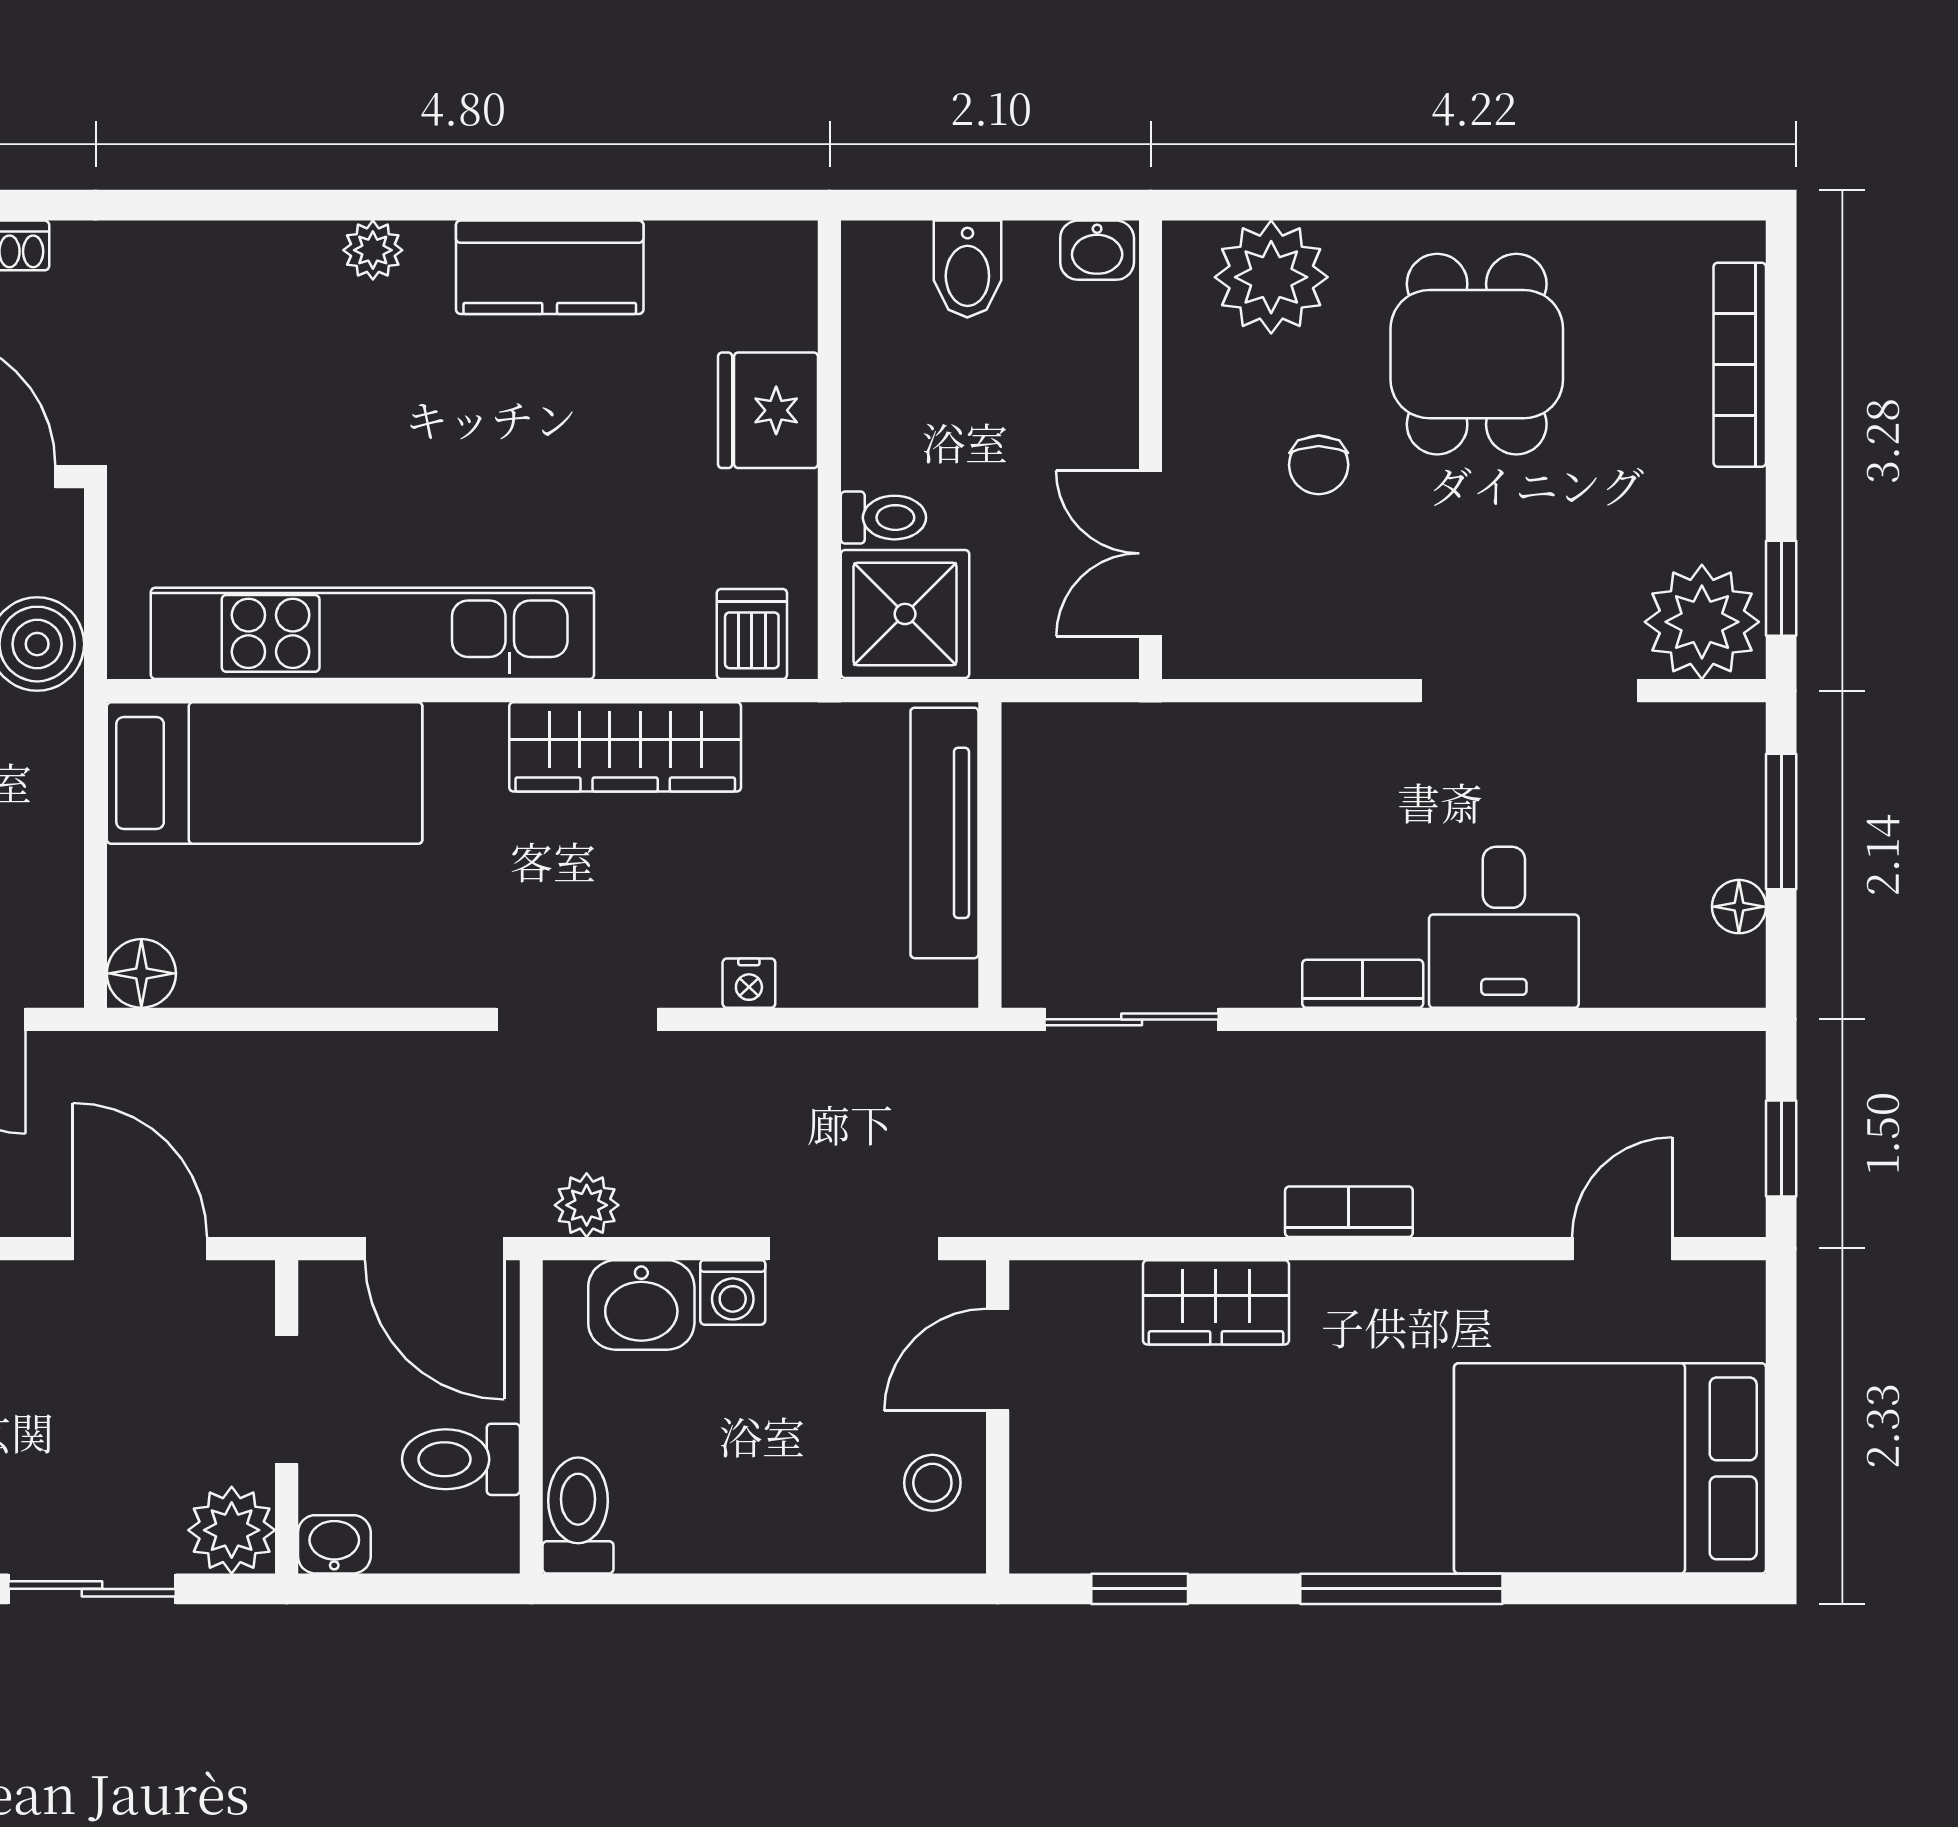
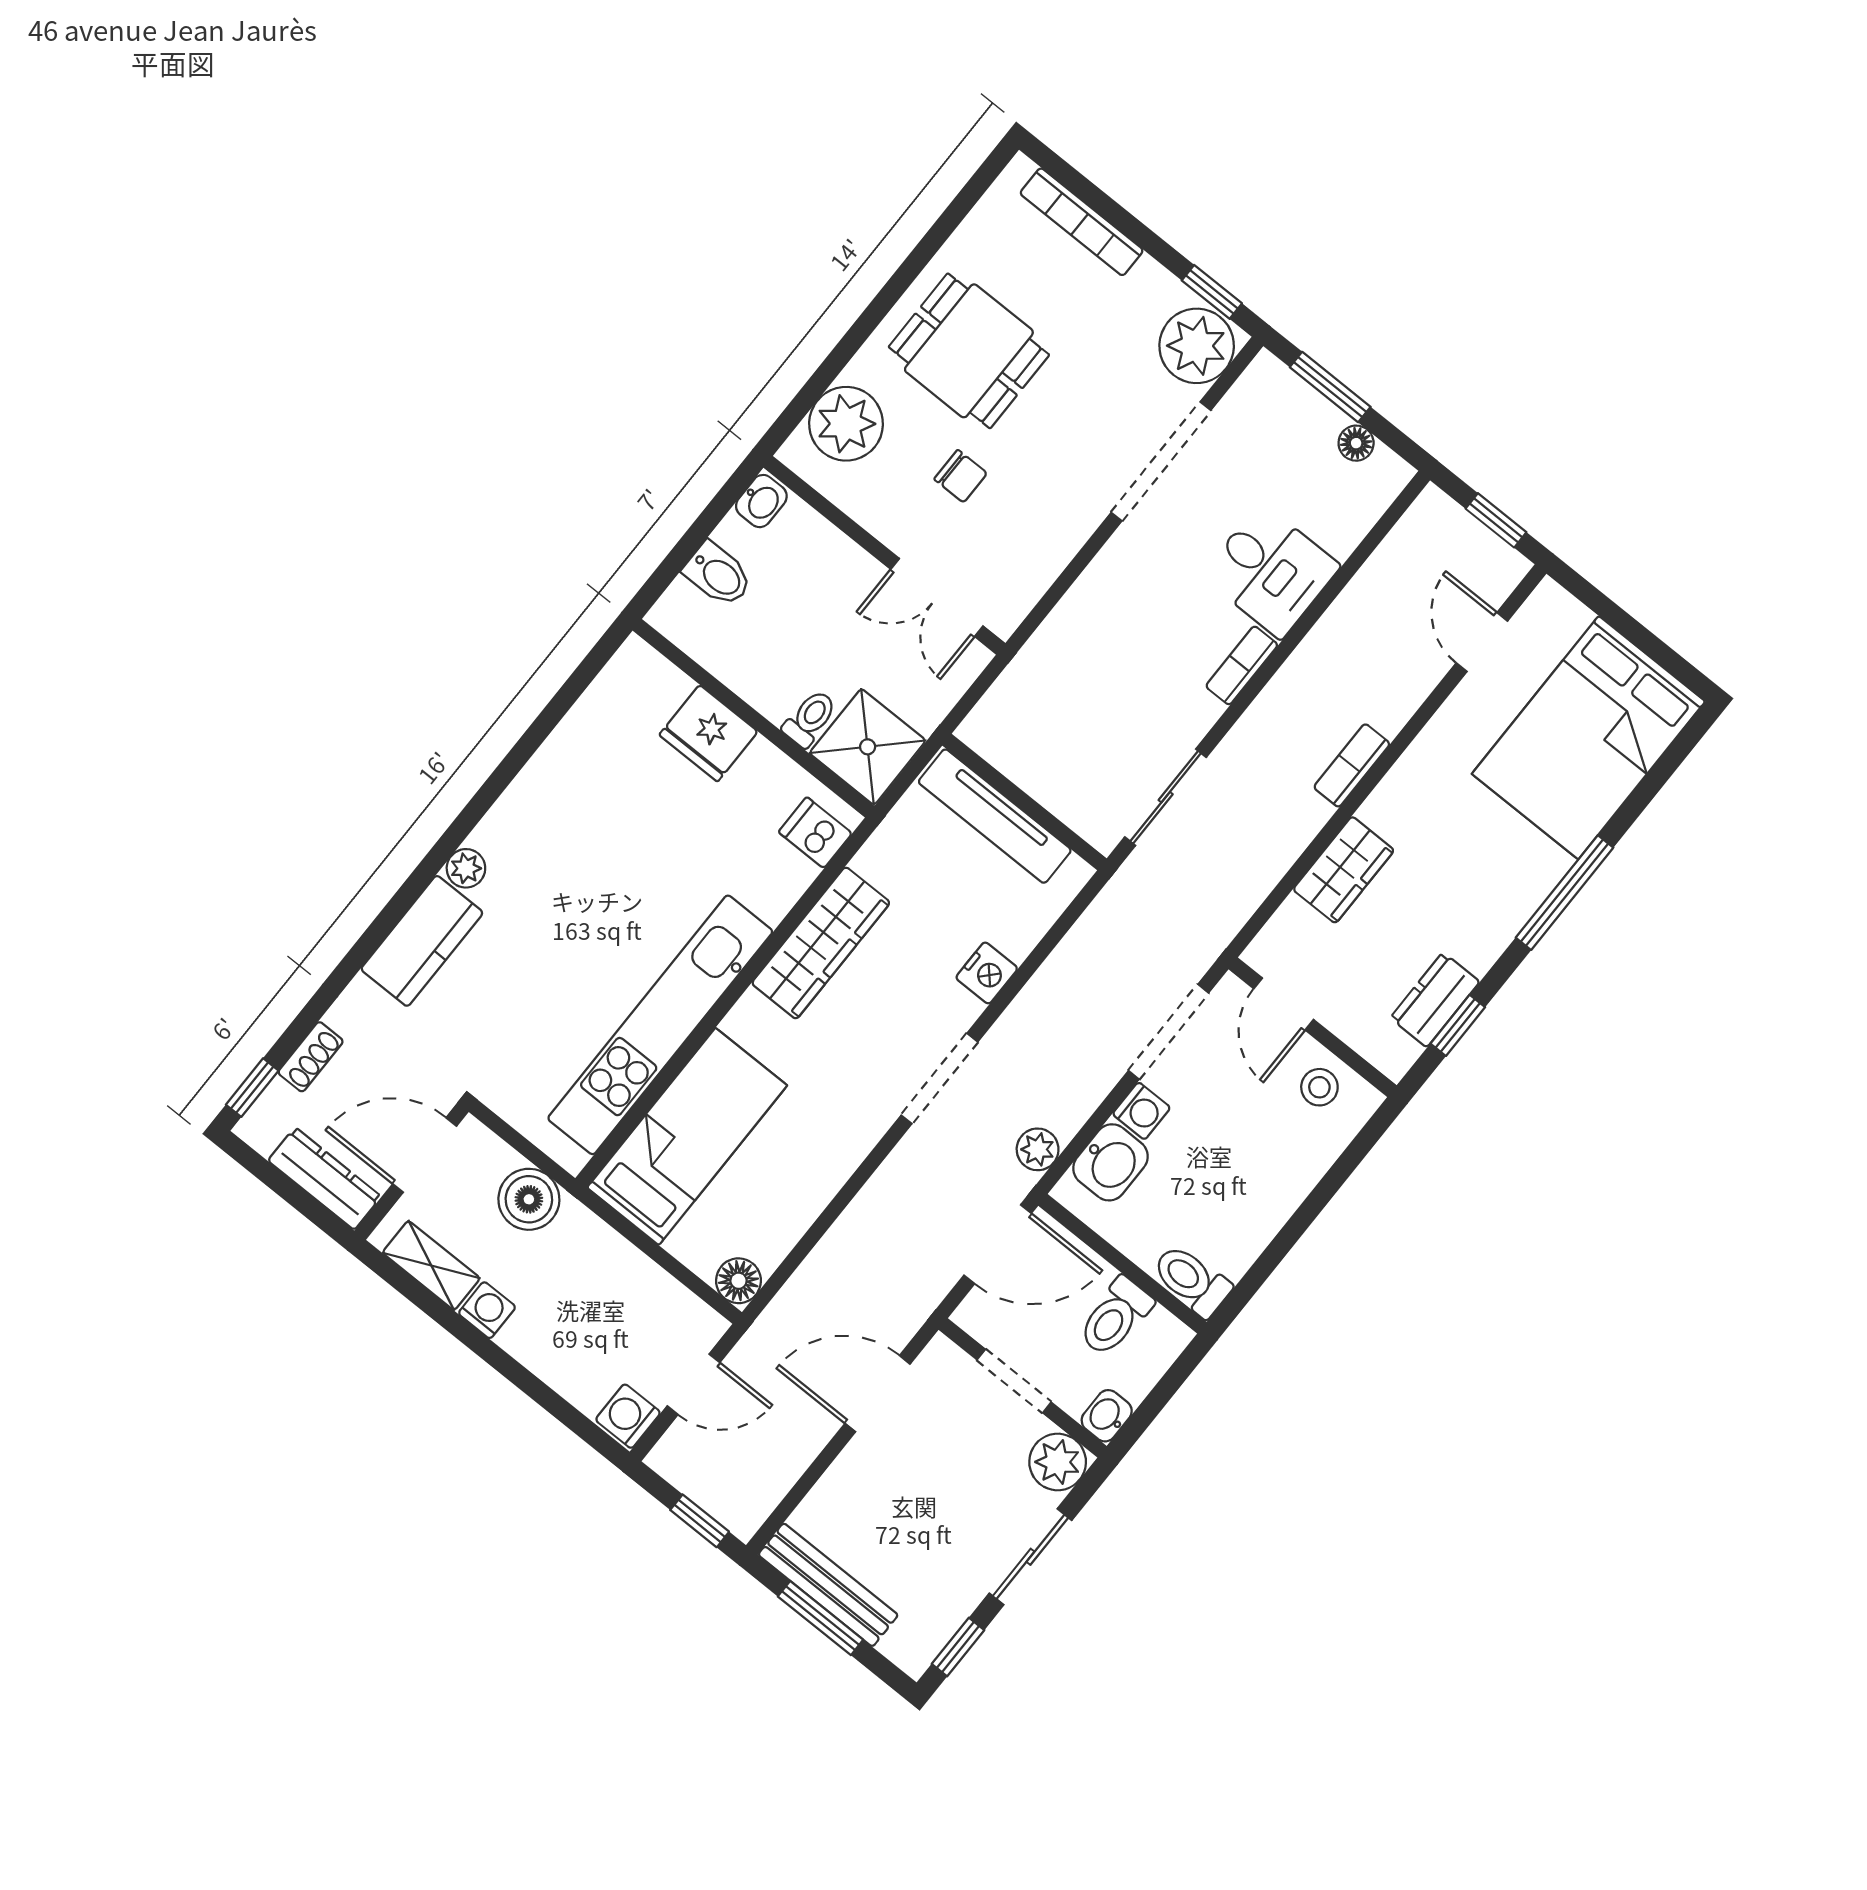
kitchen counter: (550, 267) -> (422, 941), moved
nightstand: (749, 983) -> (987, 973), width x1.39, depth x1.35
dresser: (1148, 1537) -> (1435, 1000), added

